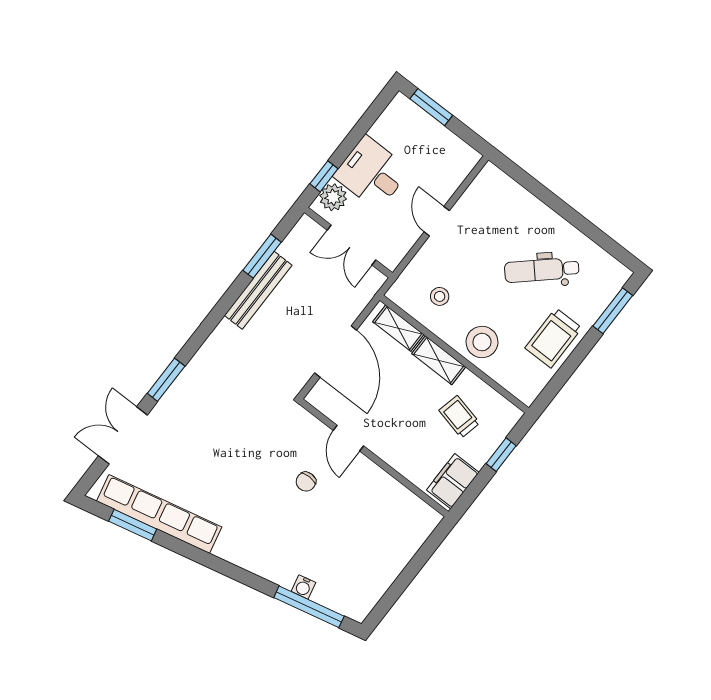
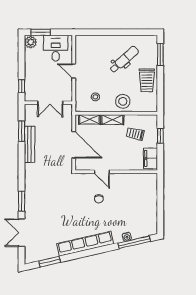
desk: (372, 173) -> (56, 48), moved, turned 90
plant: (333, 197) -> (31, 42), moved
dental chair: (542, 270) -> (124, 60), turned 180
row of seats: (159, 514) -> (85, 244), moved

